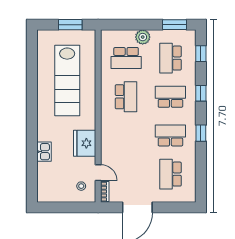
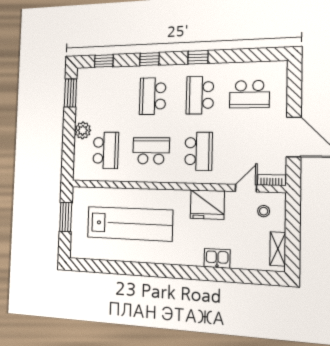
school desk: (170, 58) -> (199, 151), moved, turned -90
shelving: (54, 197) -> (278, 249), added

